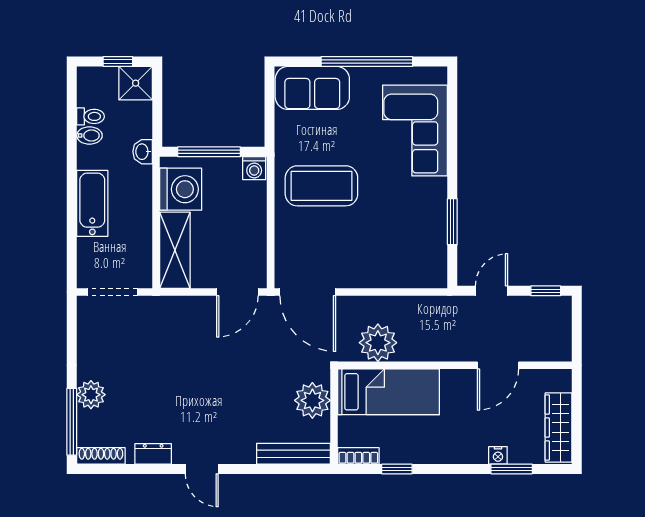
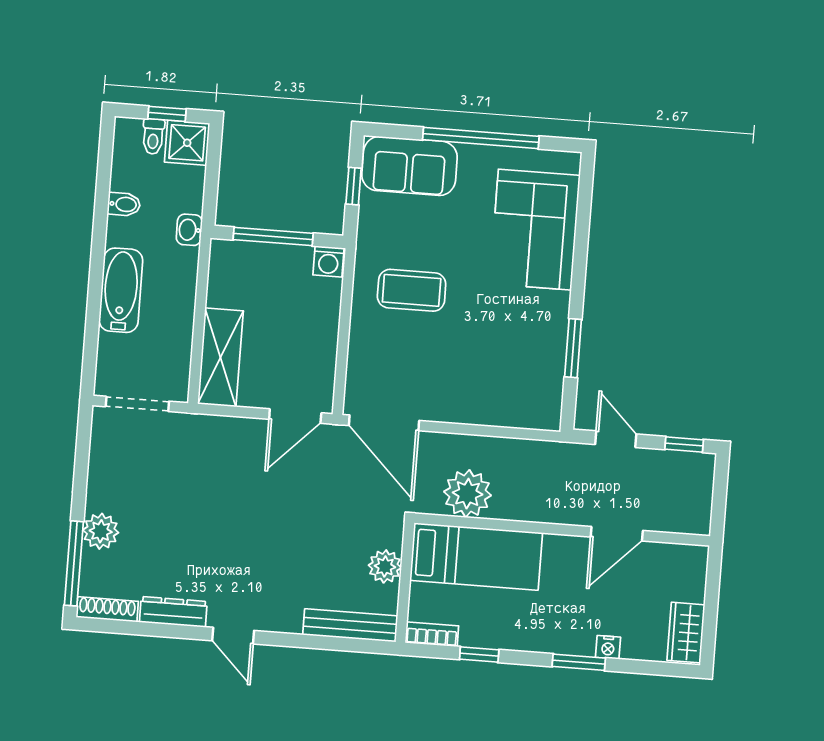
window: (269, 107) -> (354, 186), added
toilet: (91, 116) -> (153, 136), moved, turned 90
coffee table: (321, 186) -> (412, 290), width x0.73, depth x0.76
washing machine: (181, 189) -> (234, 281), removed
door: (492, 291) -> (616, 439), hinge flipped
plant: (312, 400) -> (385, 566), width x0.73, depth x0.73
wardrobe: (559, 428) -> (686, 633), width x0.67
dresser: (153, 454) -> (173, 612), width x1.44
window: (512, 469) -> (579, 662), moved

